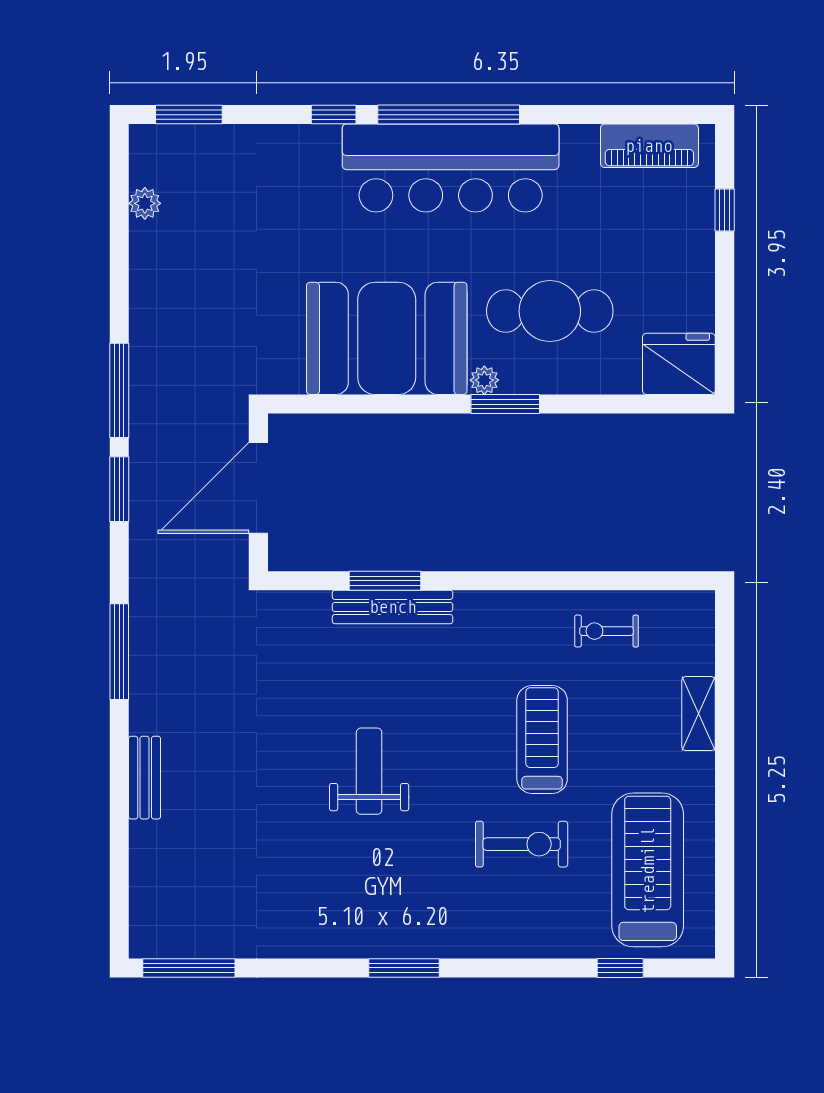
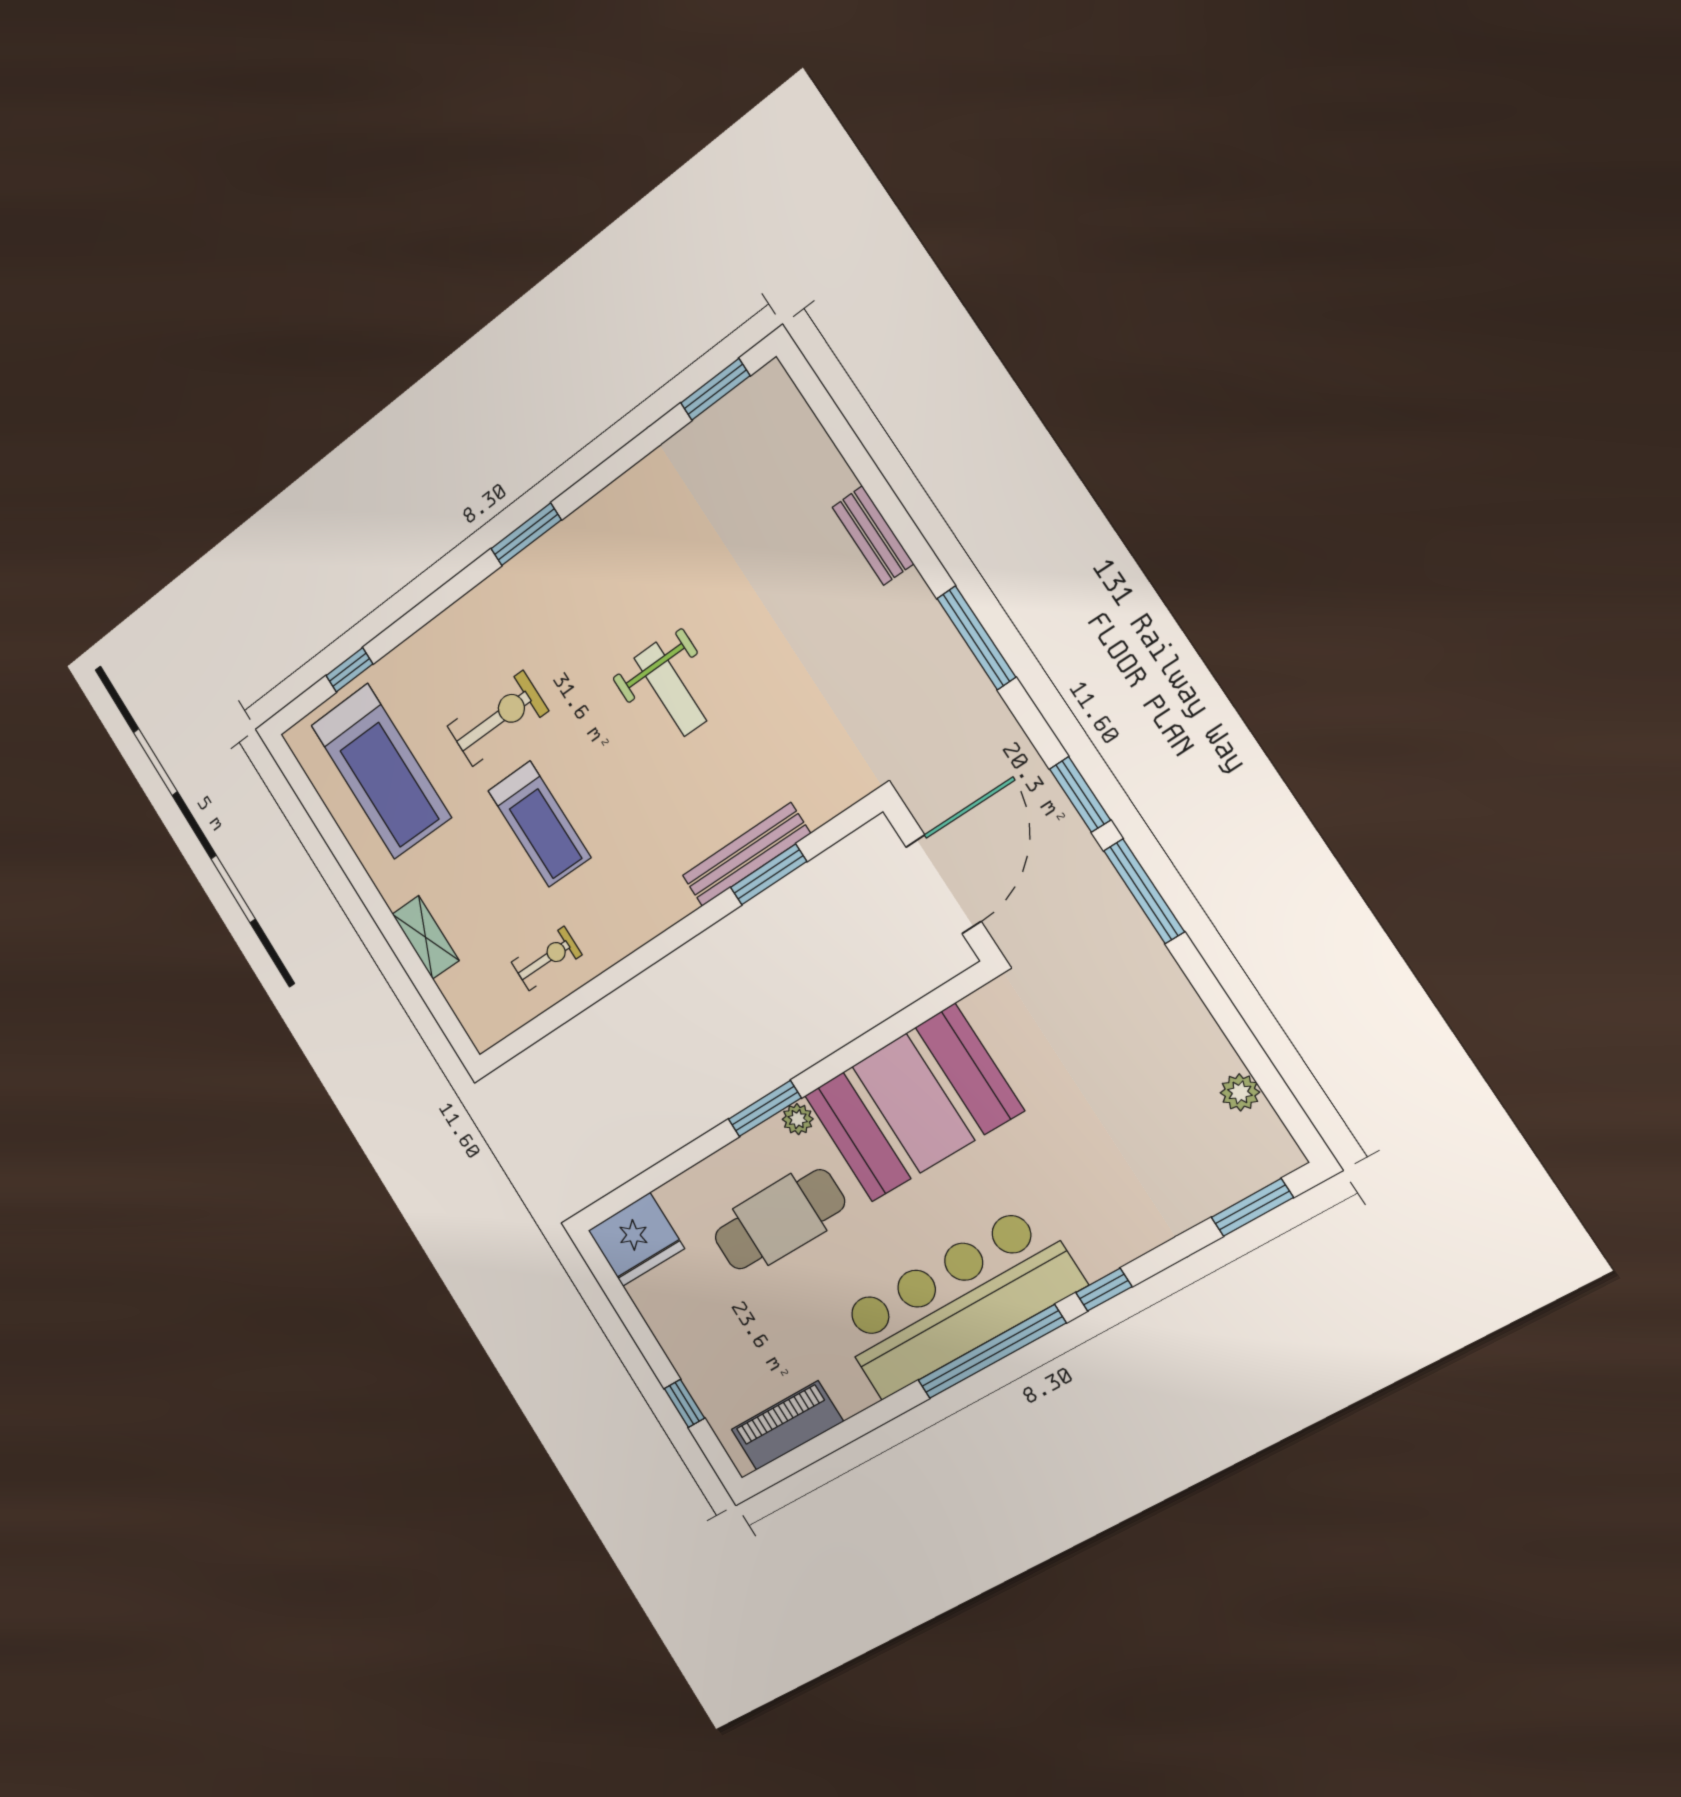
exercise bike: (522, 844) -> (498, 718), turned 180
window: (189, 968) -> (715, 389), width x0.69

